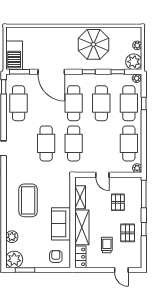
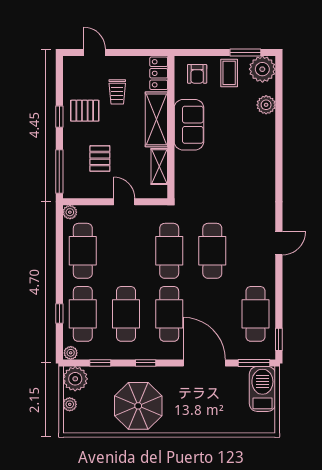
coffee table: (28, 200) -> (229, 73), moved, width x0.54, depth x0.58
pallet: (128, 233) -> (85, 111), turned 90

